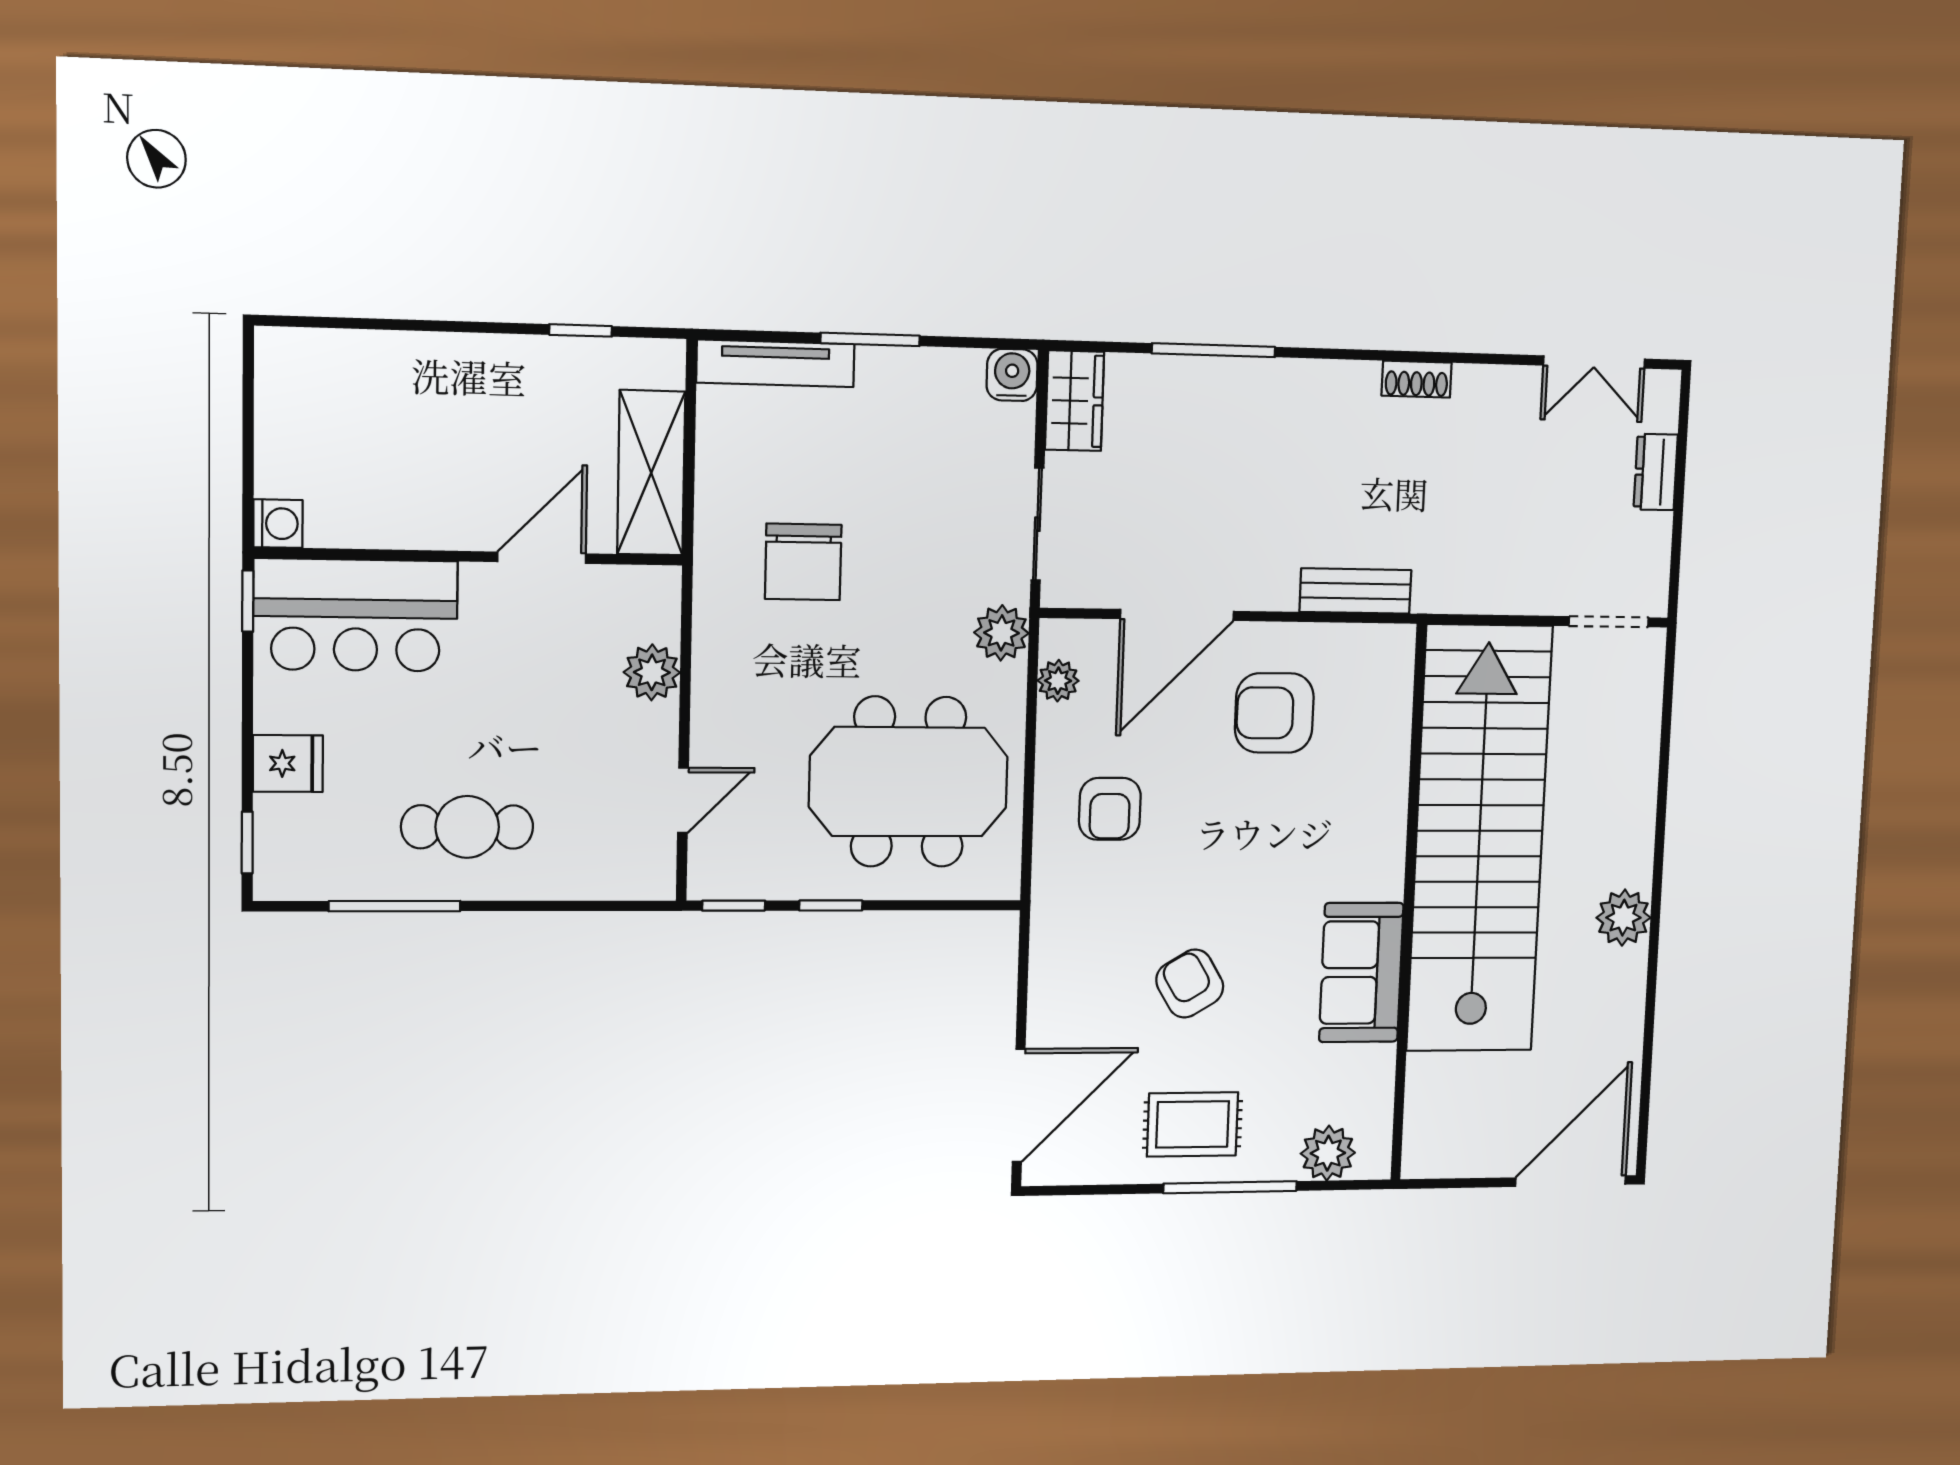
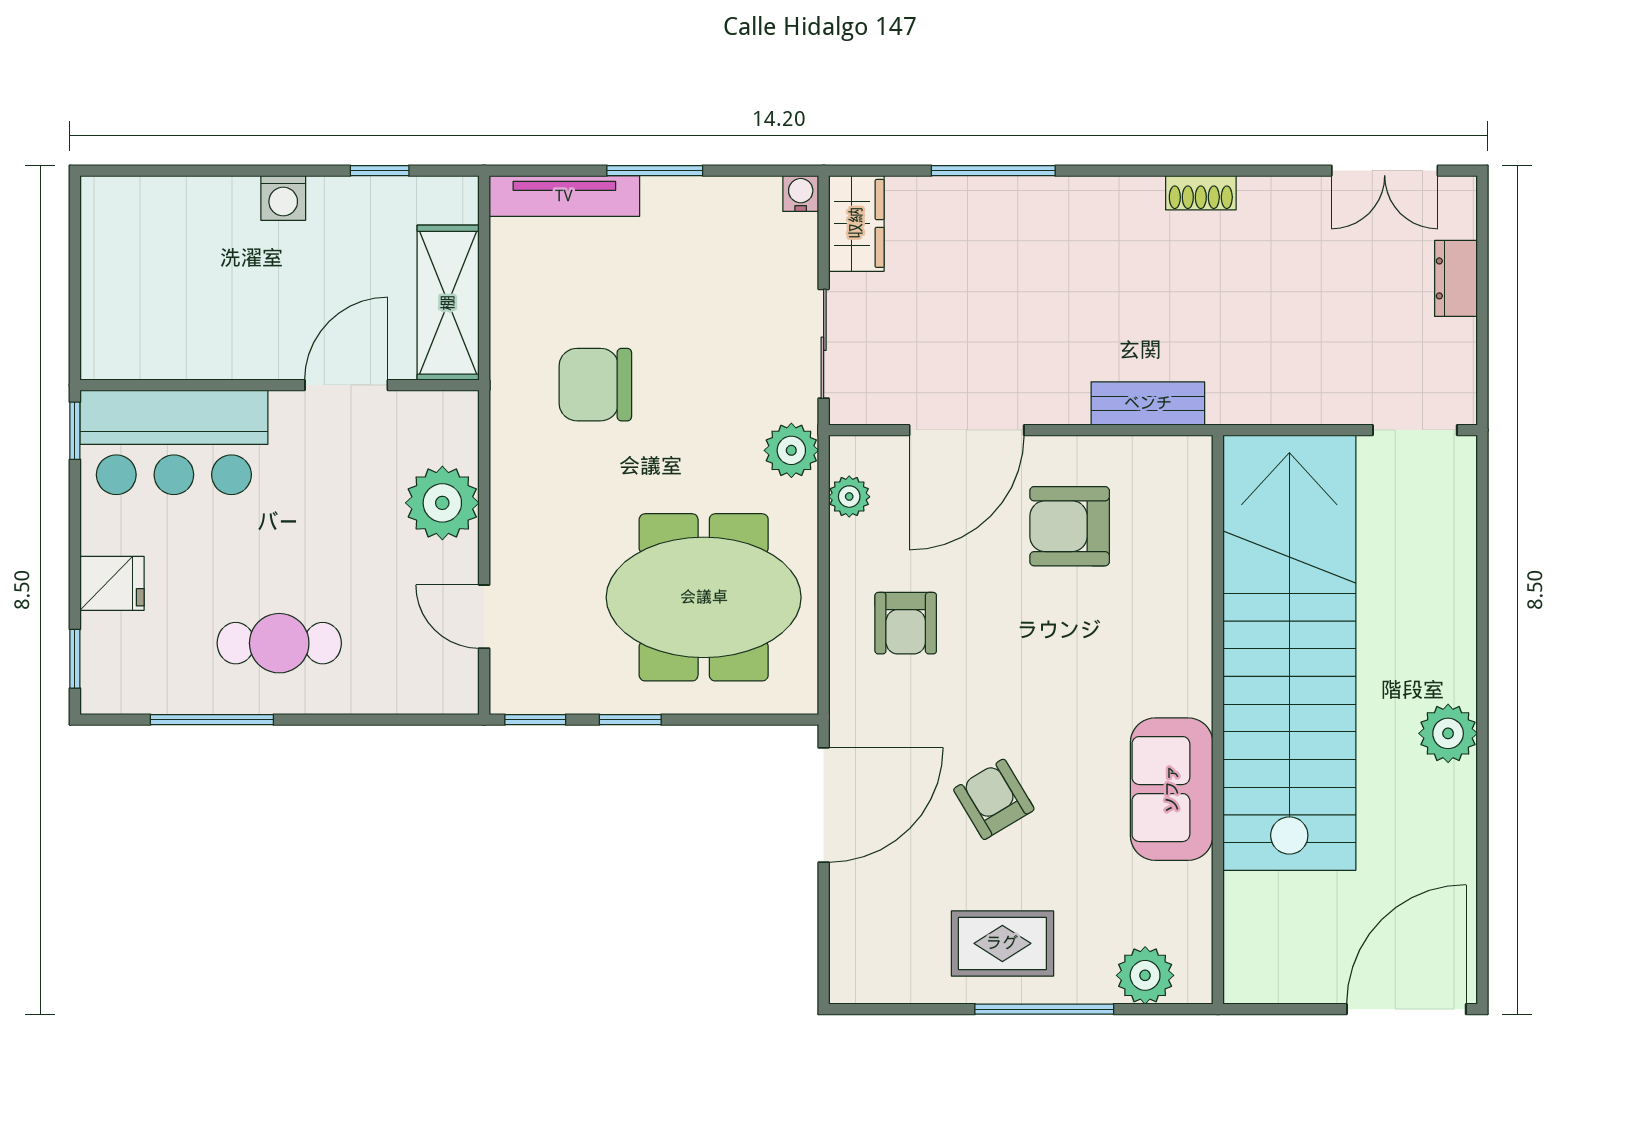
water cooler: (1012, 375) -> (801, 194), width x0.72, depth x0.72
washing machine: (278, 524) -> (283, 198), moved, turned 90
chair: (803, 562) -> (595, 385), turned 90
plant: (652, 672) -> (442, 503), width x1.36, depth x1.36
door: (683, 800) -> (484, 617), swing flipped
door: (1019, 1106) -> (824, 805), moved

